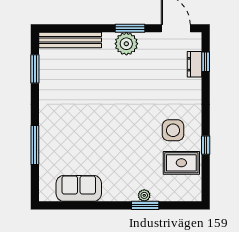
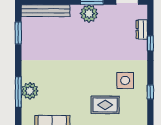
window: (206, 62) -> (150, 43), moved
plant: (50, 144) -> (30, 91), added
rug: (181, 163) -> (105, 105), moved

